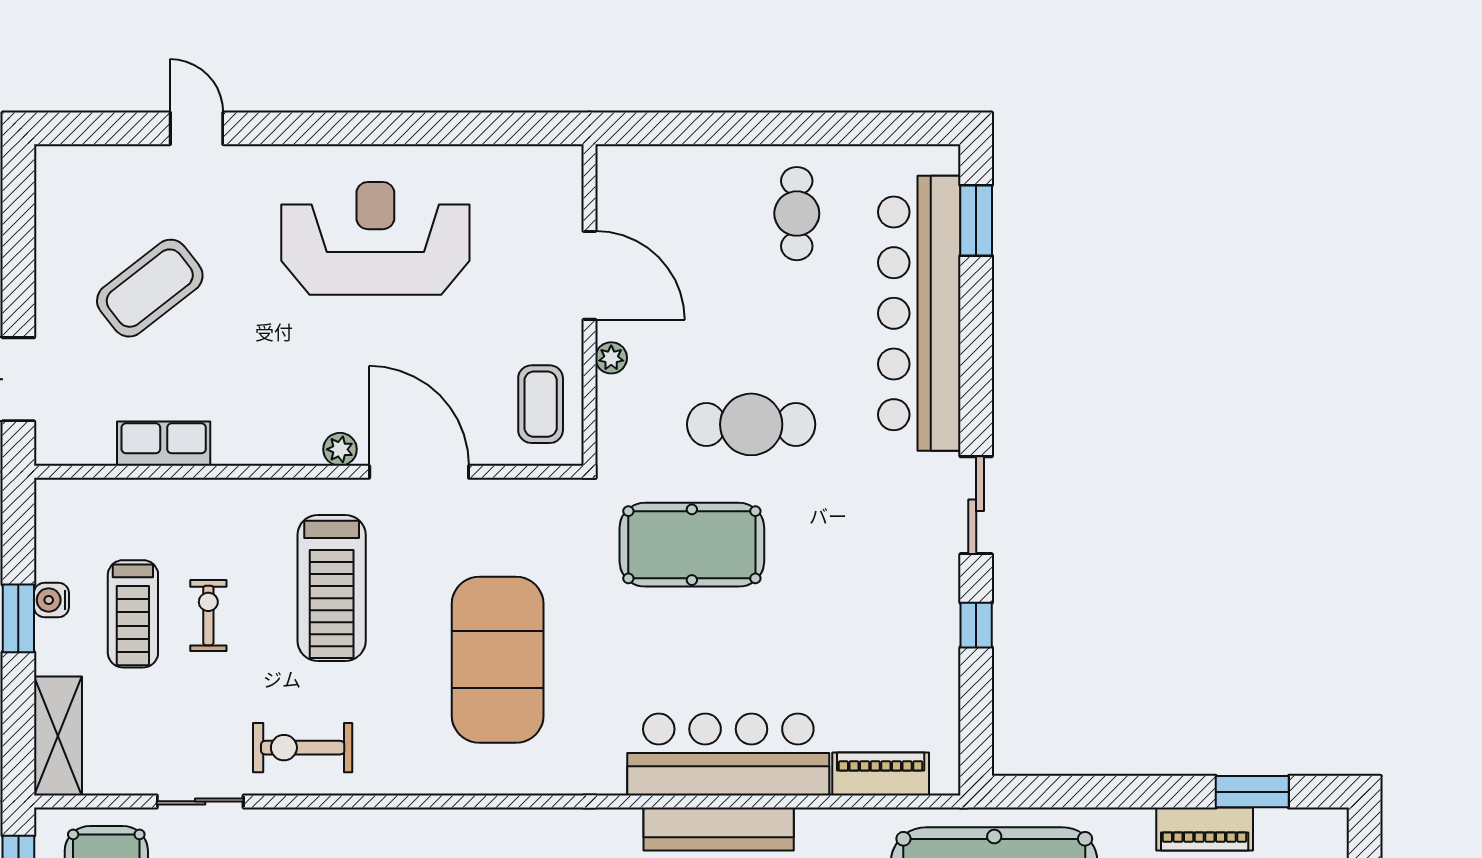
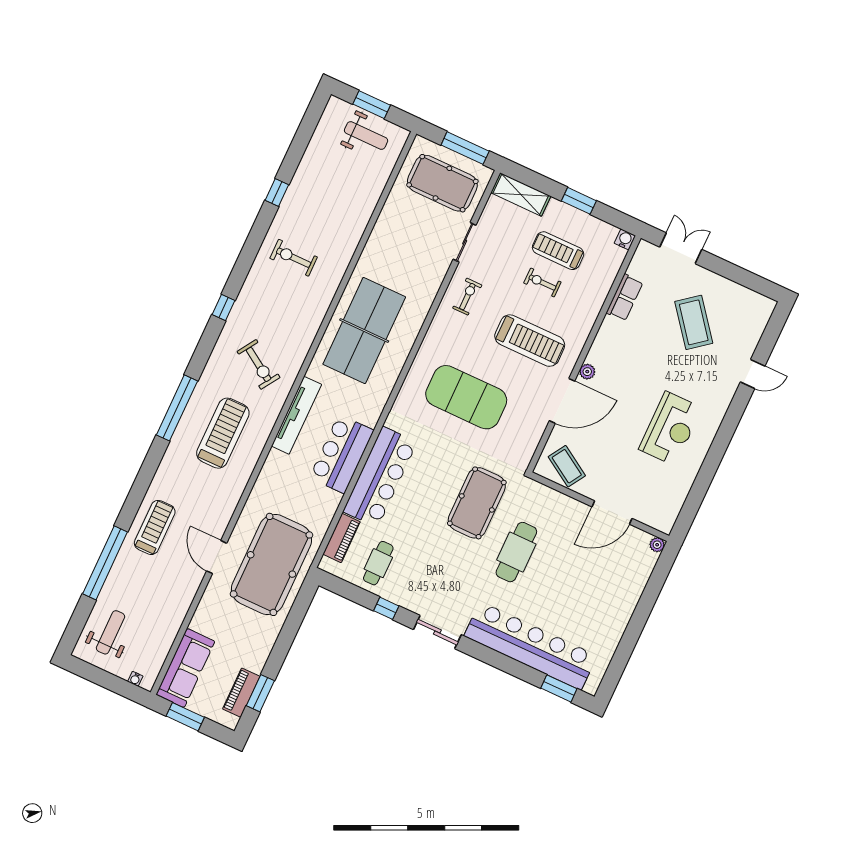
cafe table: (797, 214) -> (378, 563), moved, turned 90
reception desk: (375, 238) -> (670, 429), width x0.74, depth x0.77
plant: (611, 358) -> (657, 545), moved
coffee table: (541, 404) -> (567, 466), turned 32
treadmill: (332, 588) -> (530, 341), turned 180
water cooler: (51, 600) -> (625, 239), moved
exercise bike: (208, 615) -> (542, 283), turned 180
exercise bike: (303, 748) -> (467, 297), width x0.73, depth x0.72
piano: (1205, 829) -> (241, 693), moved

